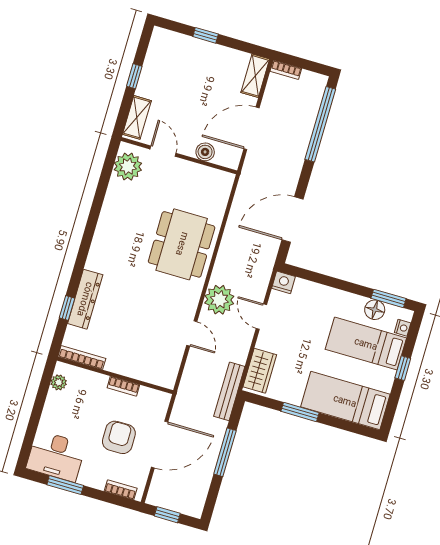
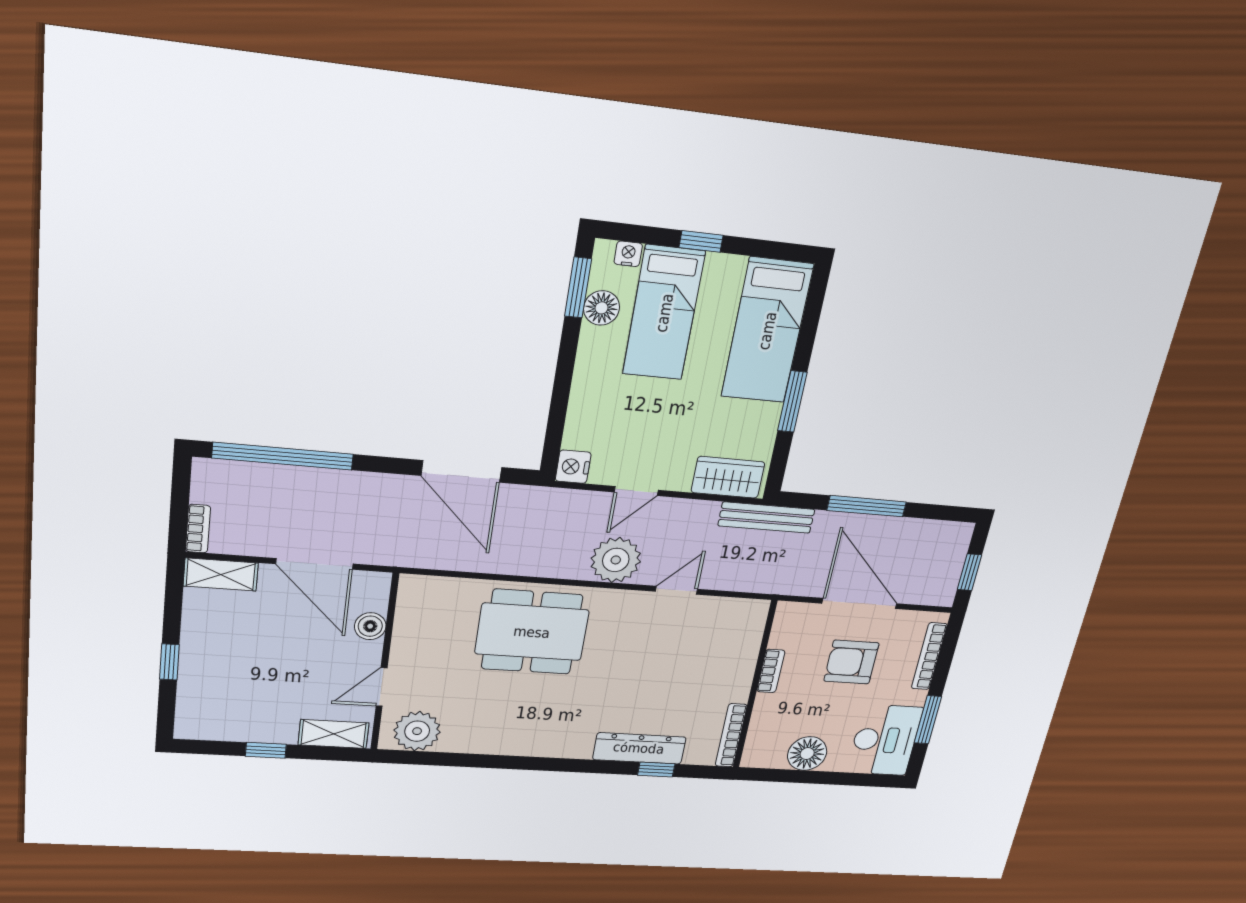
plant: (59, 382) -> (772, 758), removed
floor lamp: (57, 405) -> (807, 754), added
bookcase: (121, 490) -> (929, 656), width x1.56

